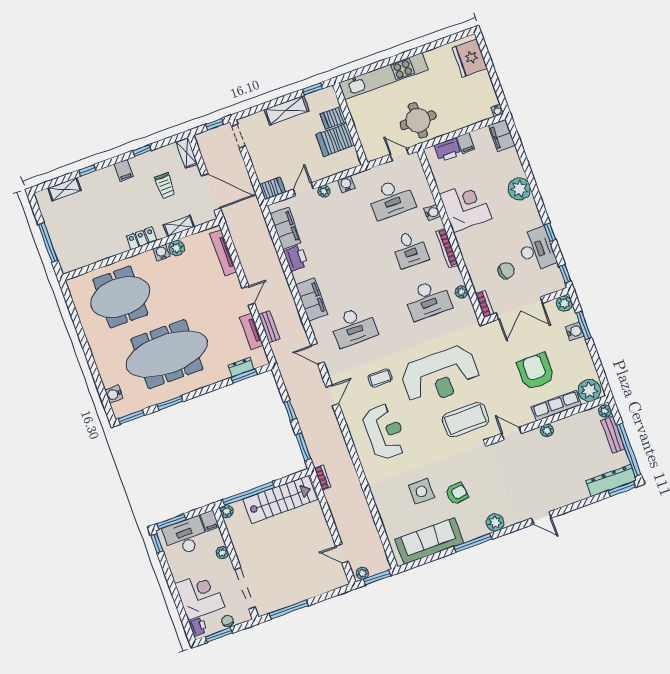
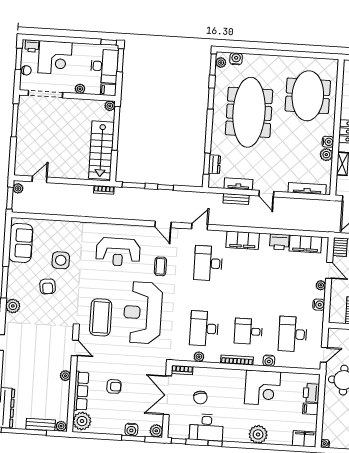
armchair: (536, 372) -> (114, 386), width x0.53, depth x0.53
plant: (125, 409) -> (221, 63), added
door: (512, 433) -> (75, 348), hinge flipped
sofa: (429, 541) -> (21, 243), width x0.73

